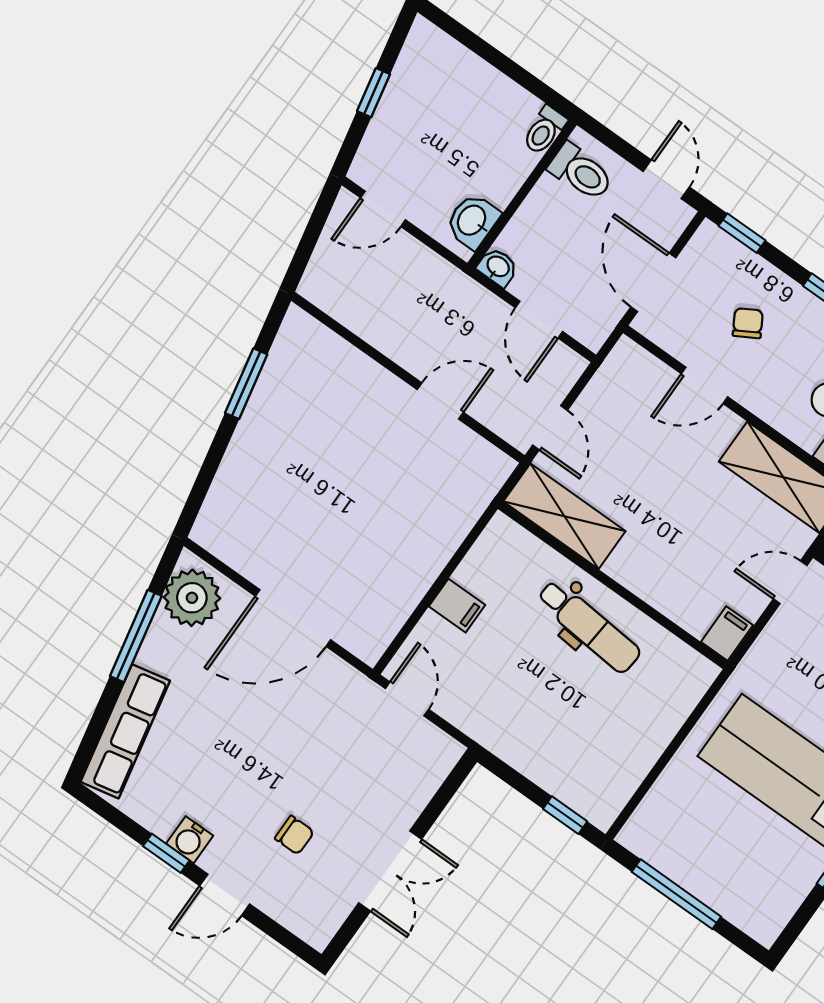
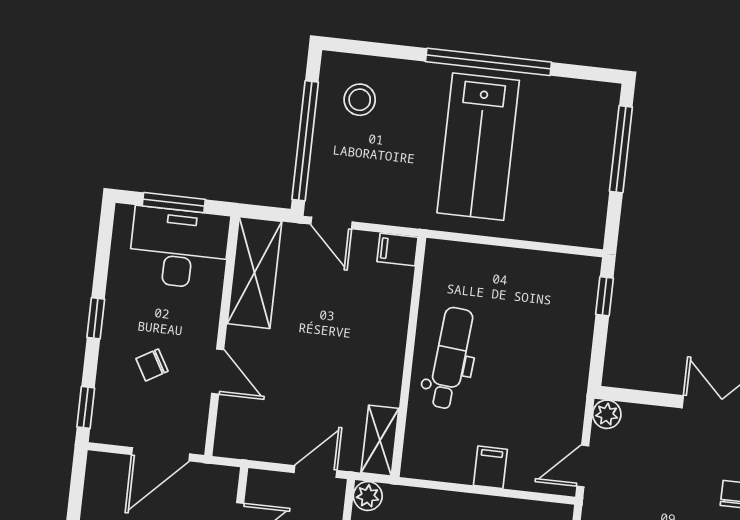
door: (666, 179) -> (77, 488), removed
plant: (496, 467) -> (368, 496), added
shelving: (564, 516) -> (380, 441), width x0.67, depth x0.75
plant: (445, 752) -> (607, 414), added
window: (676, 894) -> (621, 149), moved

